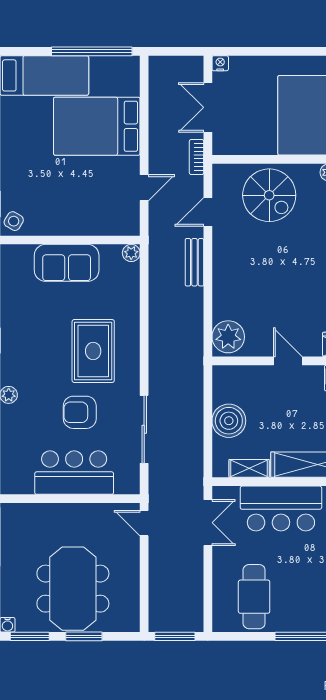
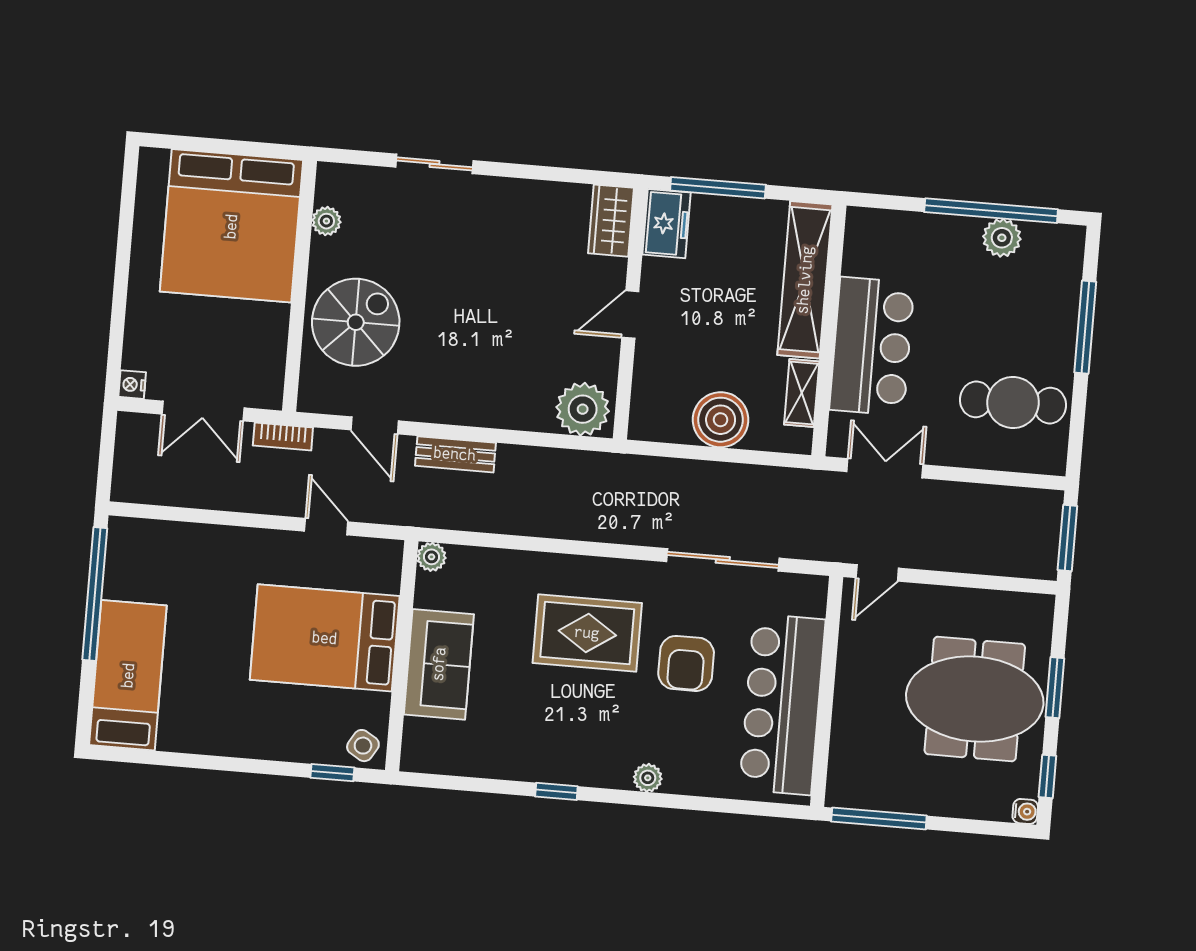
bed: (97, 126) -> (325, 638), moved, turned 90
bar counter: (74, 473) -> (782, 704), width x1.36
window: (30, 636) -> (1047, 776), width x0.67

